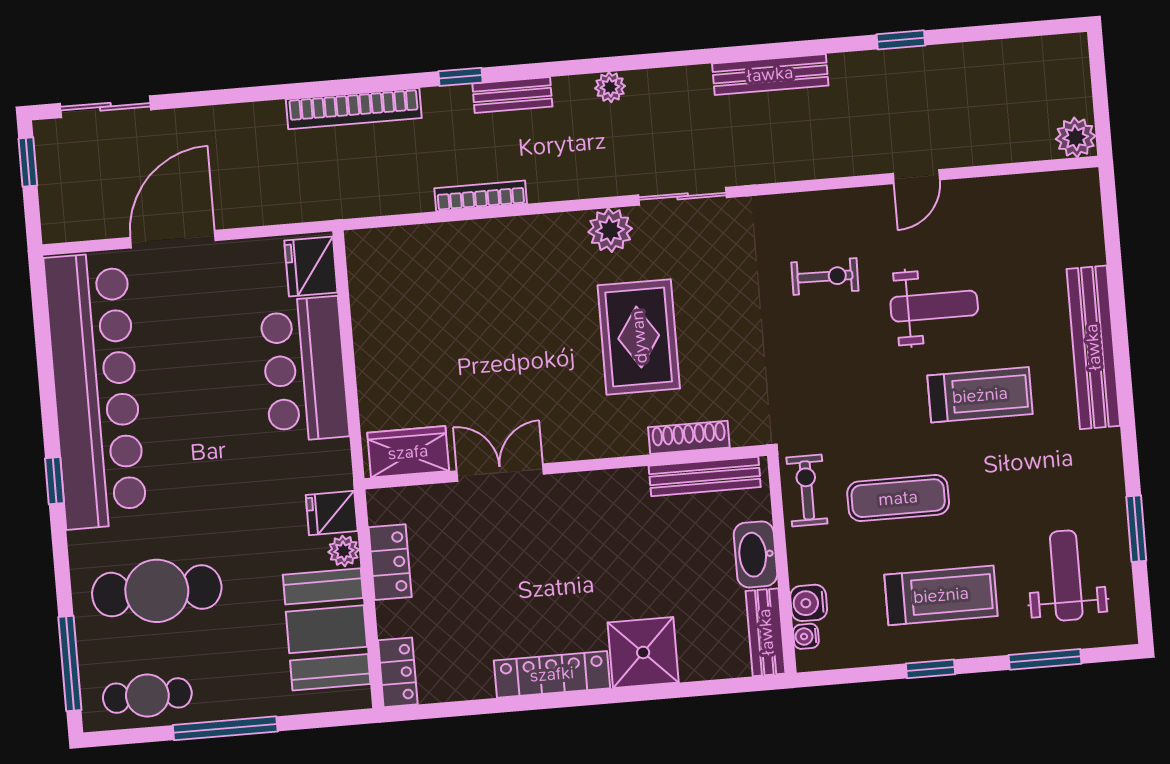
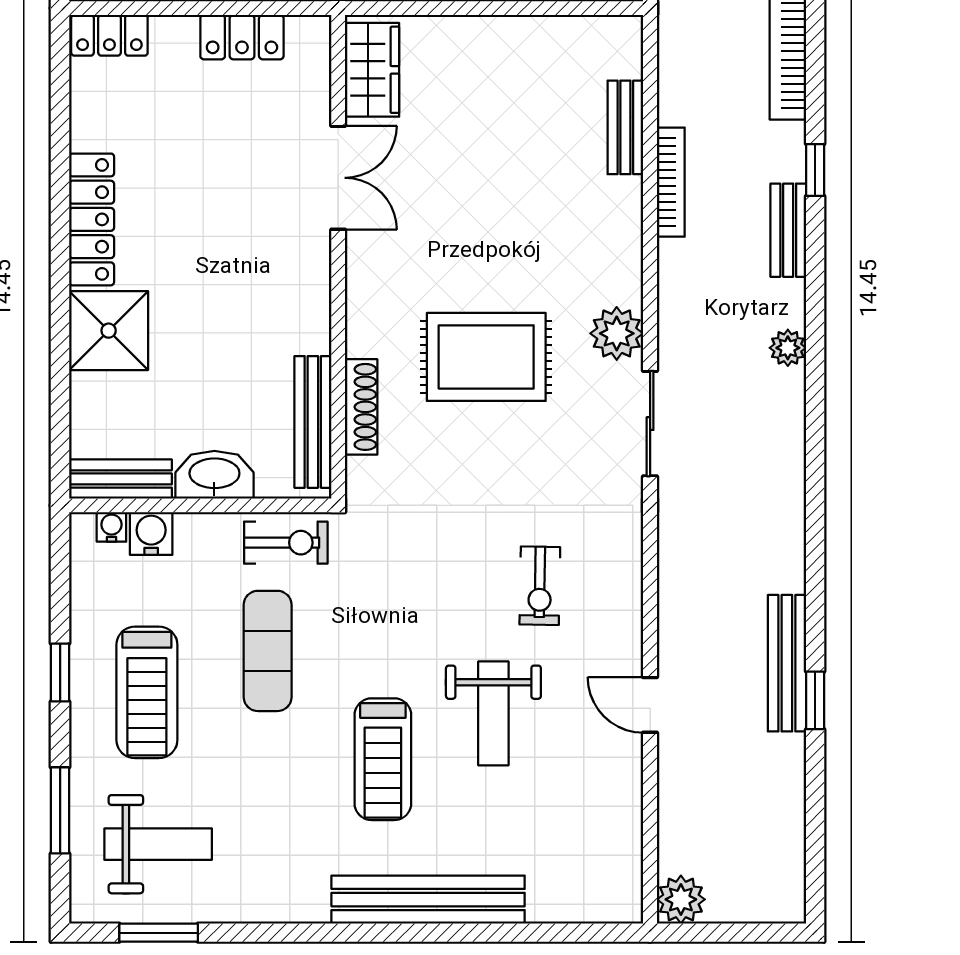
bench: (770, 74) -> (787, 663), moved
bench: (438, 237) -> (625, 127), added
window: (1136, 529) -> (159, 933), moved

